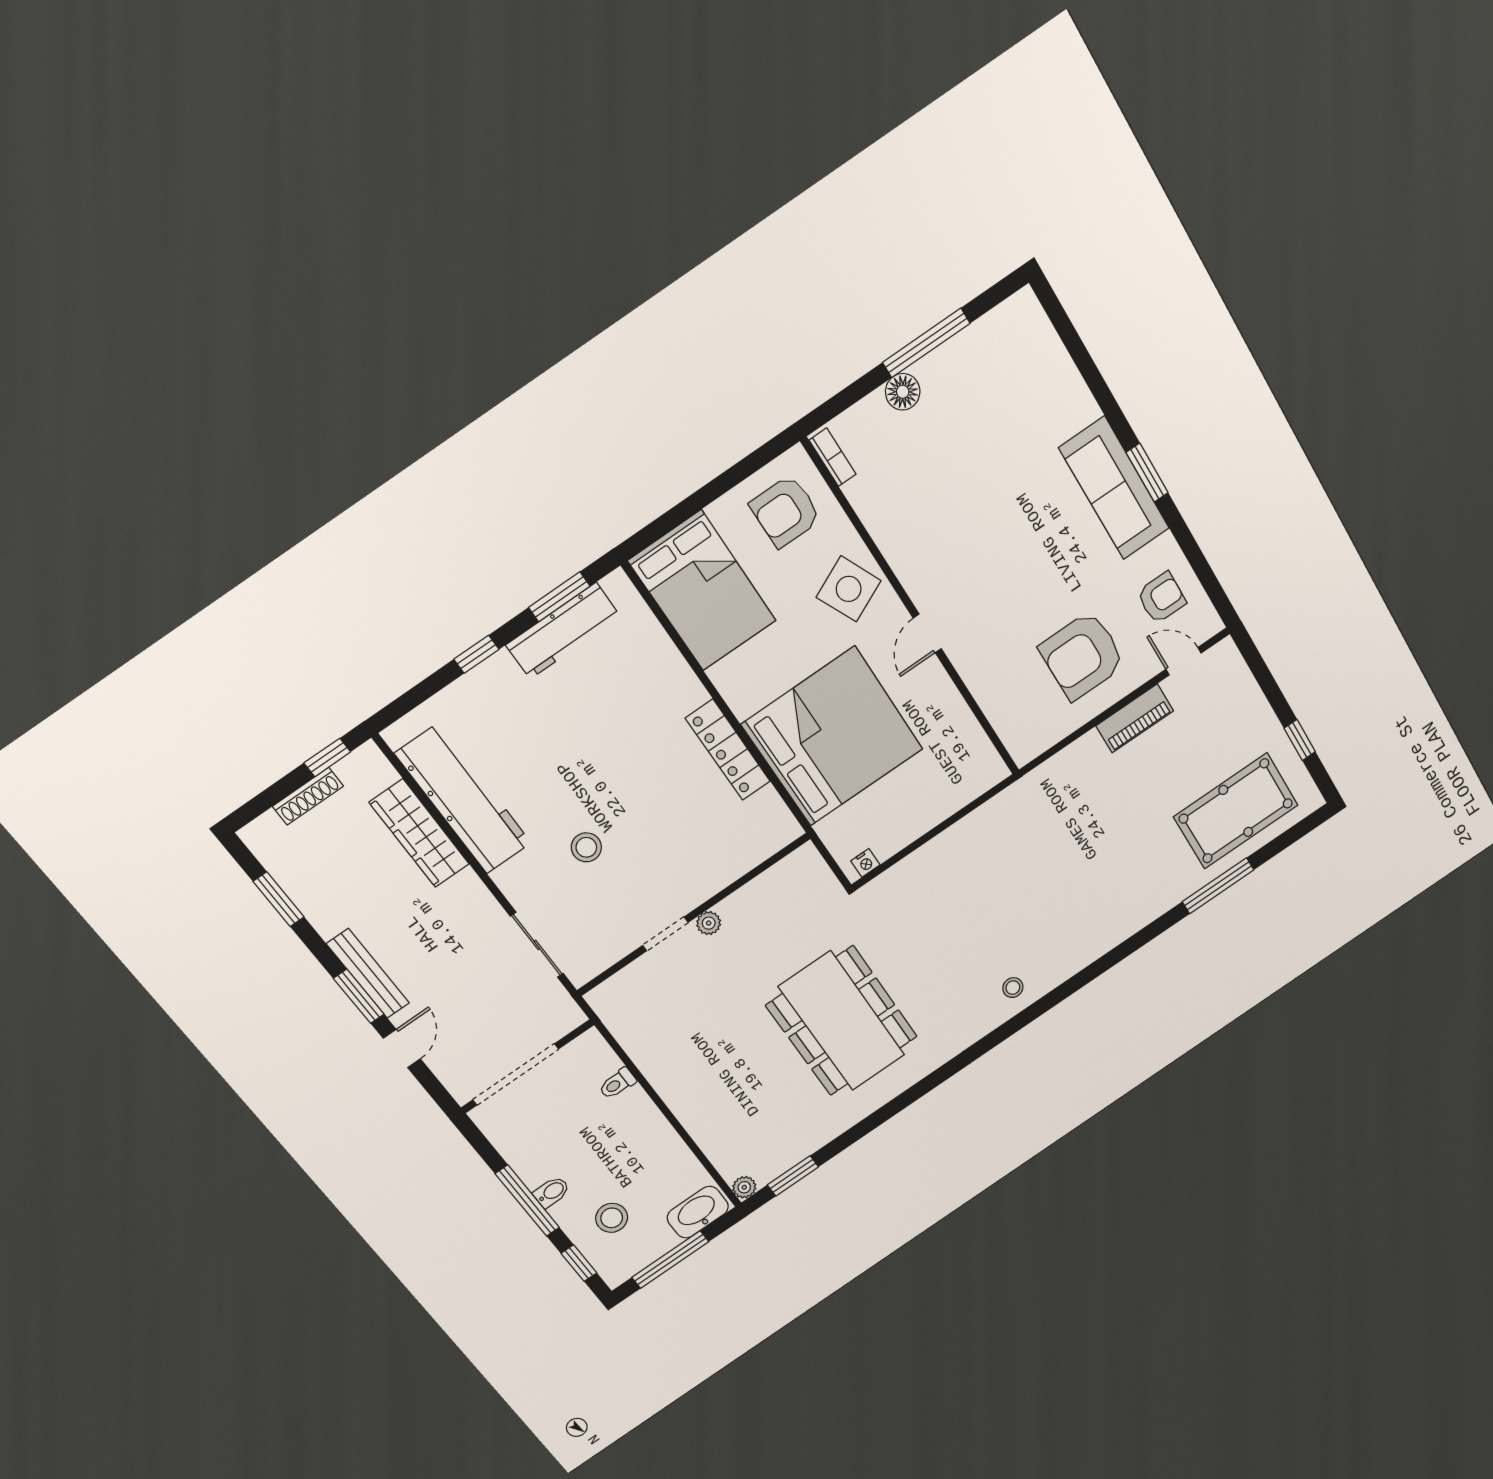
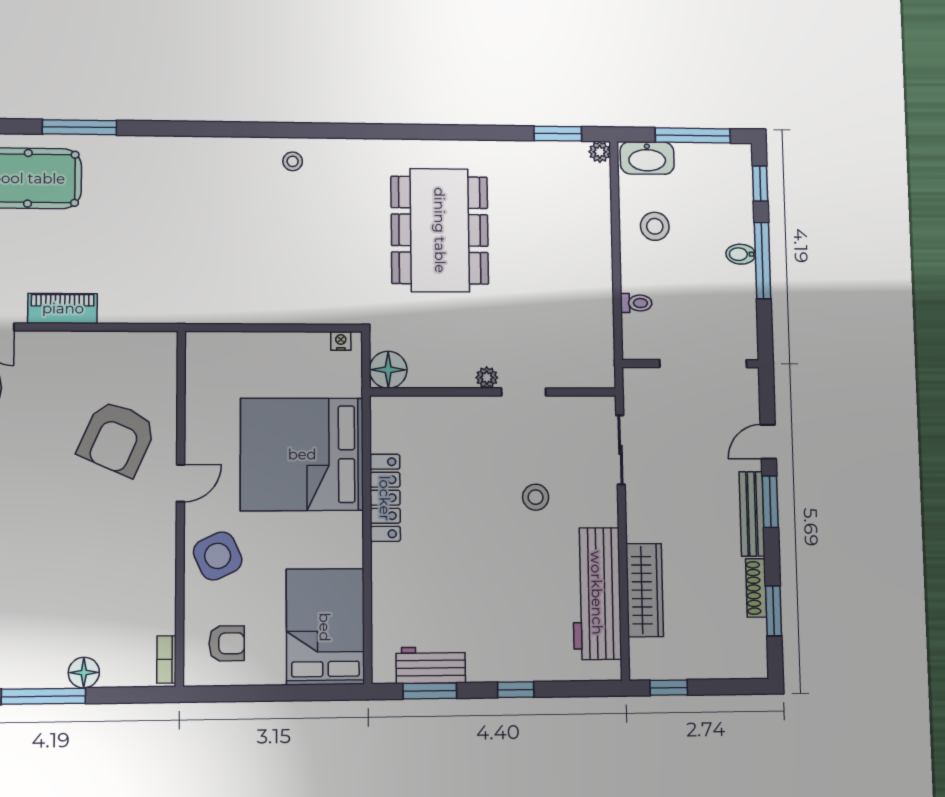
armchair: (786, 511) -> (227, 643), width x0.72, depth x0.72
workbench: (563, 631) -> (431, 665), width x0.73
armchair: (1082, 656) -> (117, 438), moved, turned 114
shoe rack: (308, 796) -> (756, 588), moved, turned -90
floor lamp: (805, 867) -> (388, 370), added
stool: (612, 1218) -> (655, 226), moved

